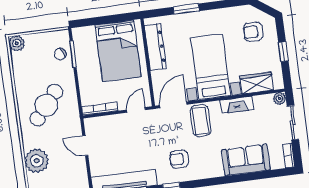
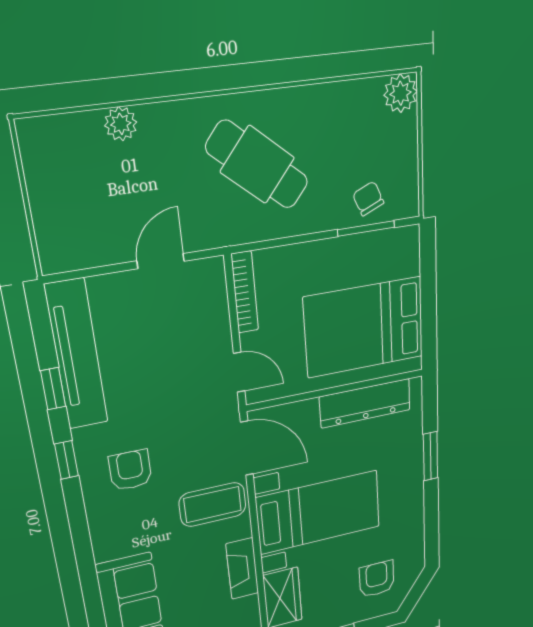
plant: (37, 161) -> (121, 124), width x0.53, depth x0.53

